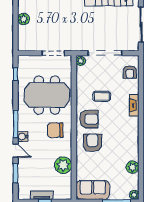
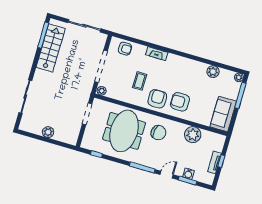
chair: (55, 130) -> (158, 133), turned -80
water cooler: (23, 137) -> (188, 174), moved

